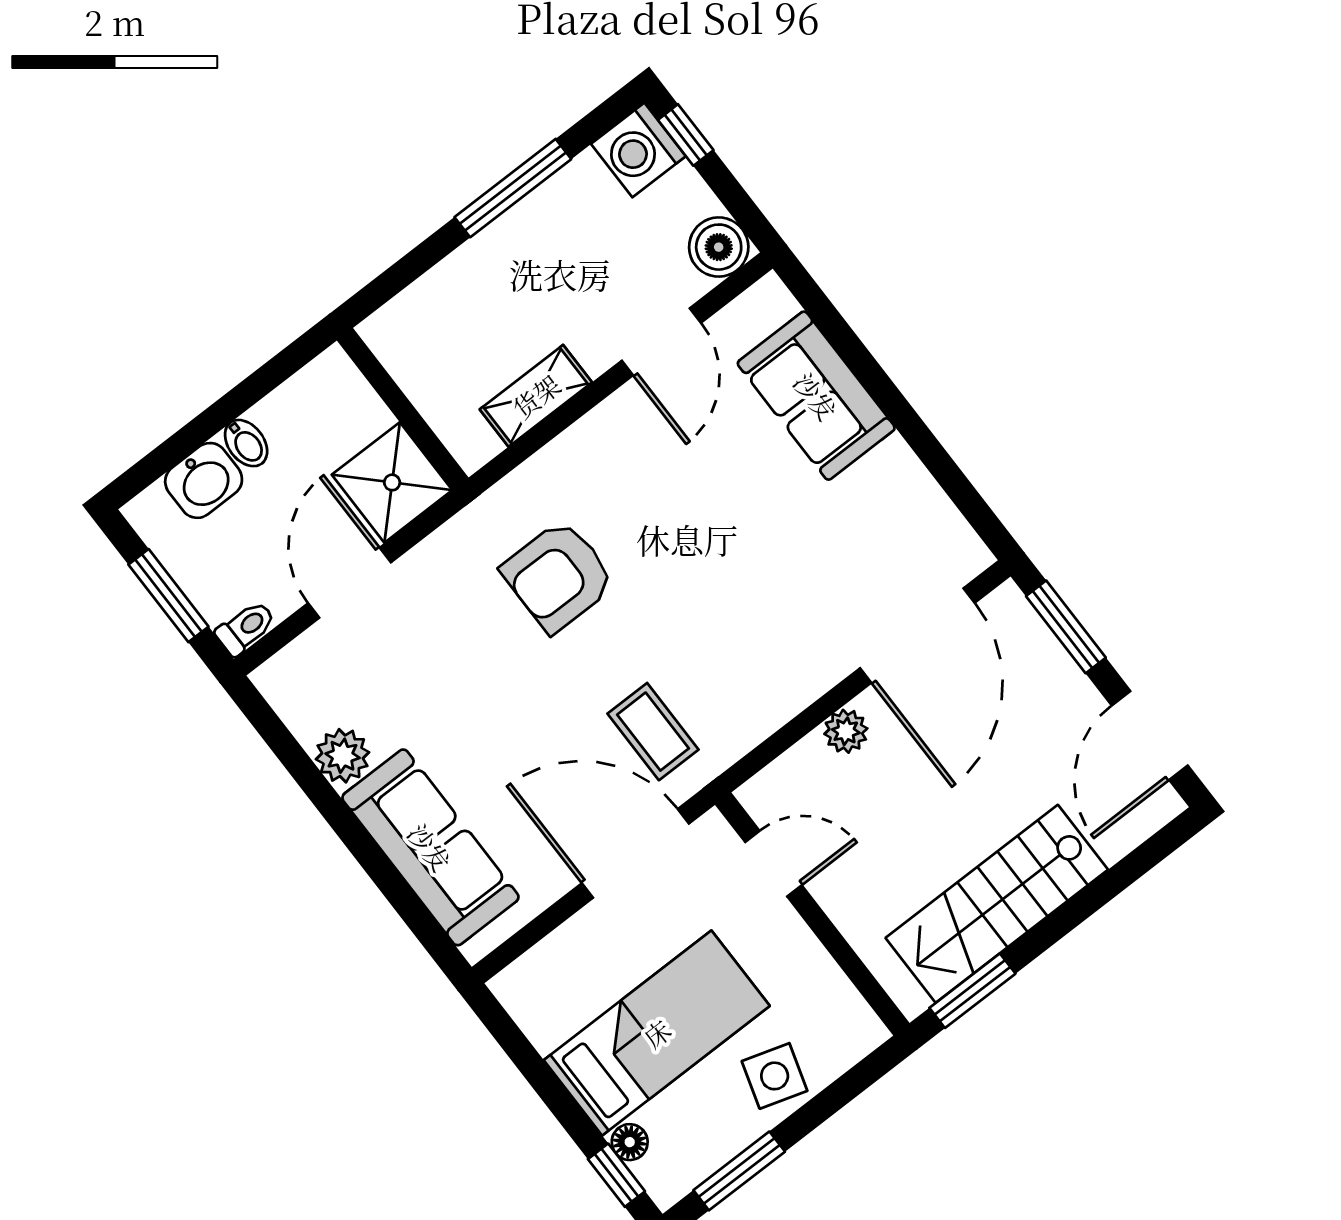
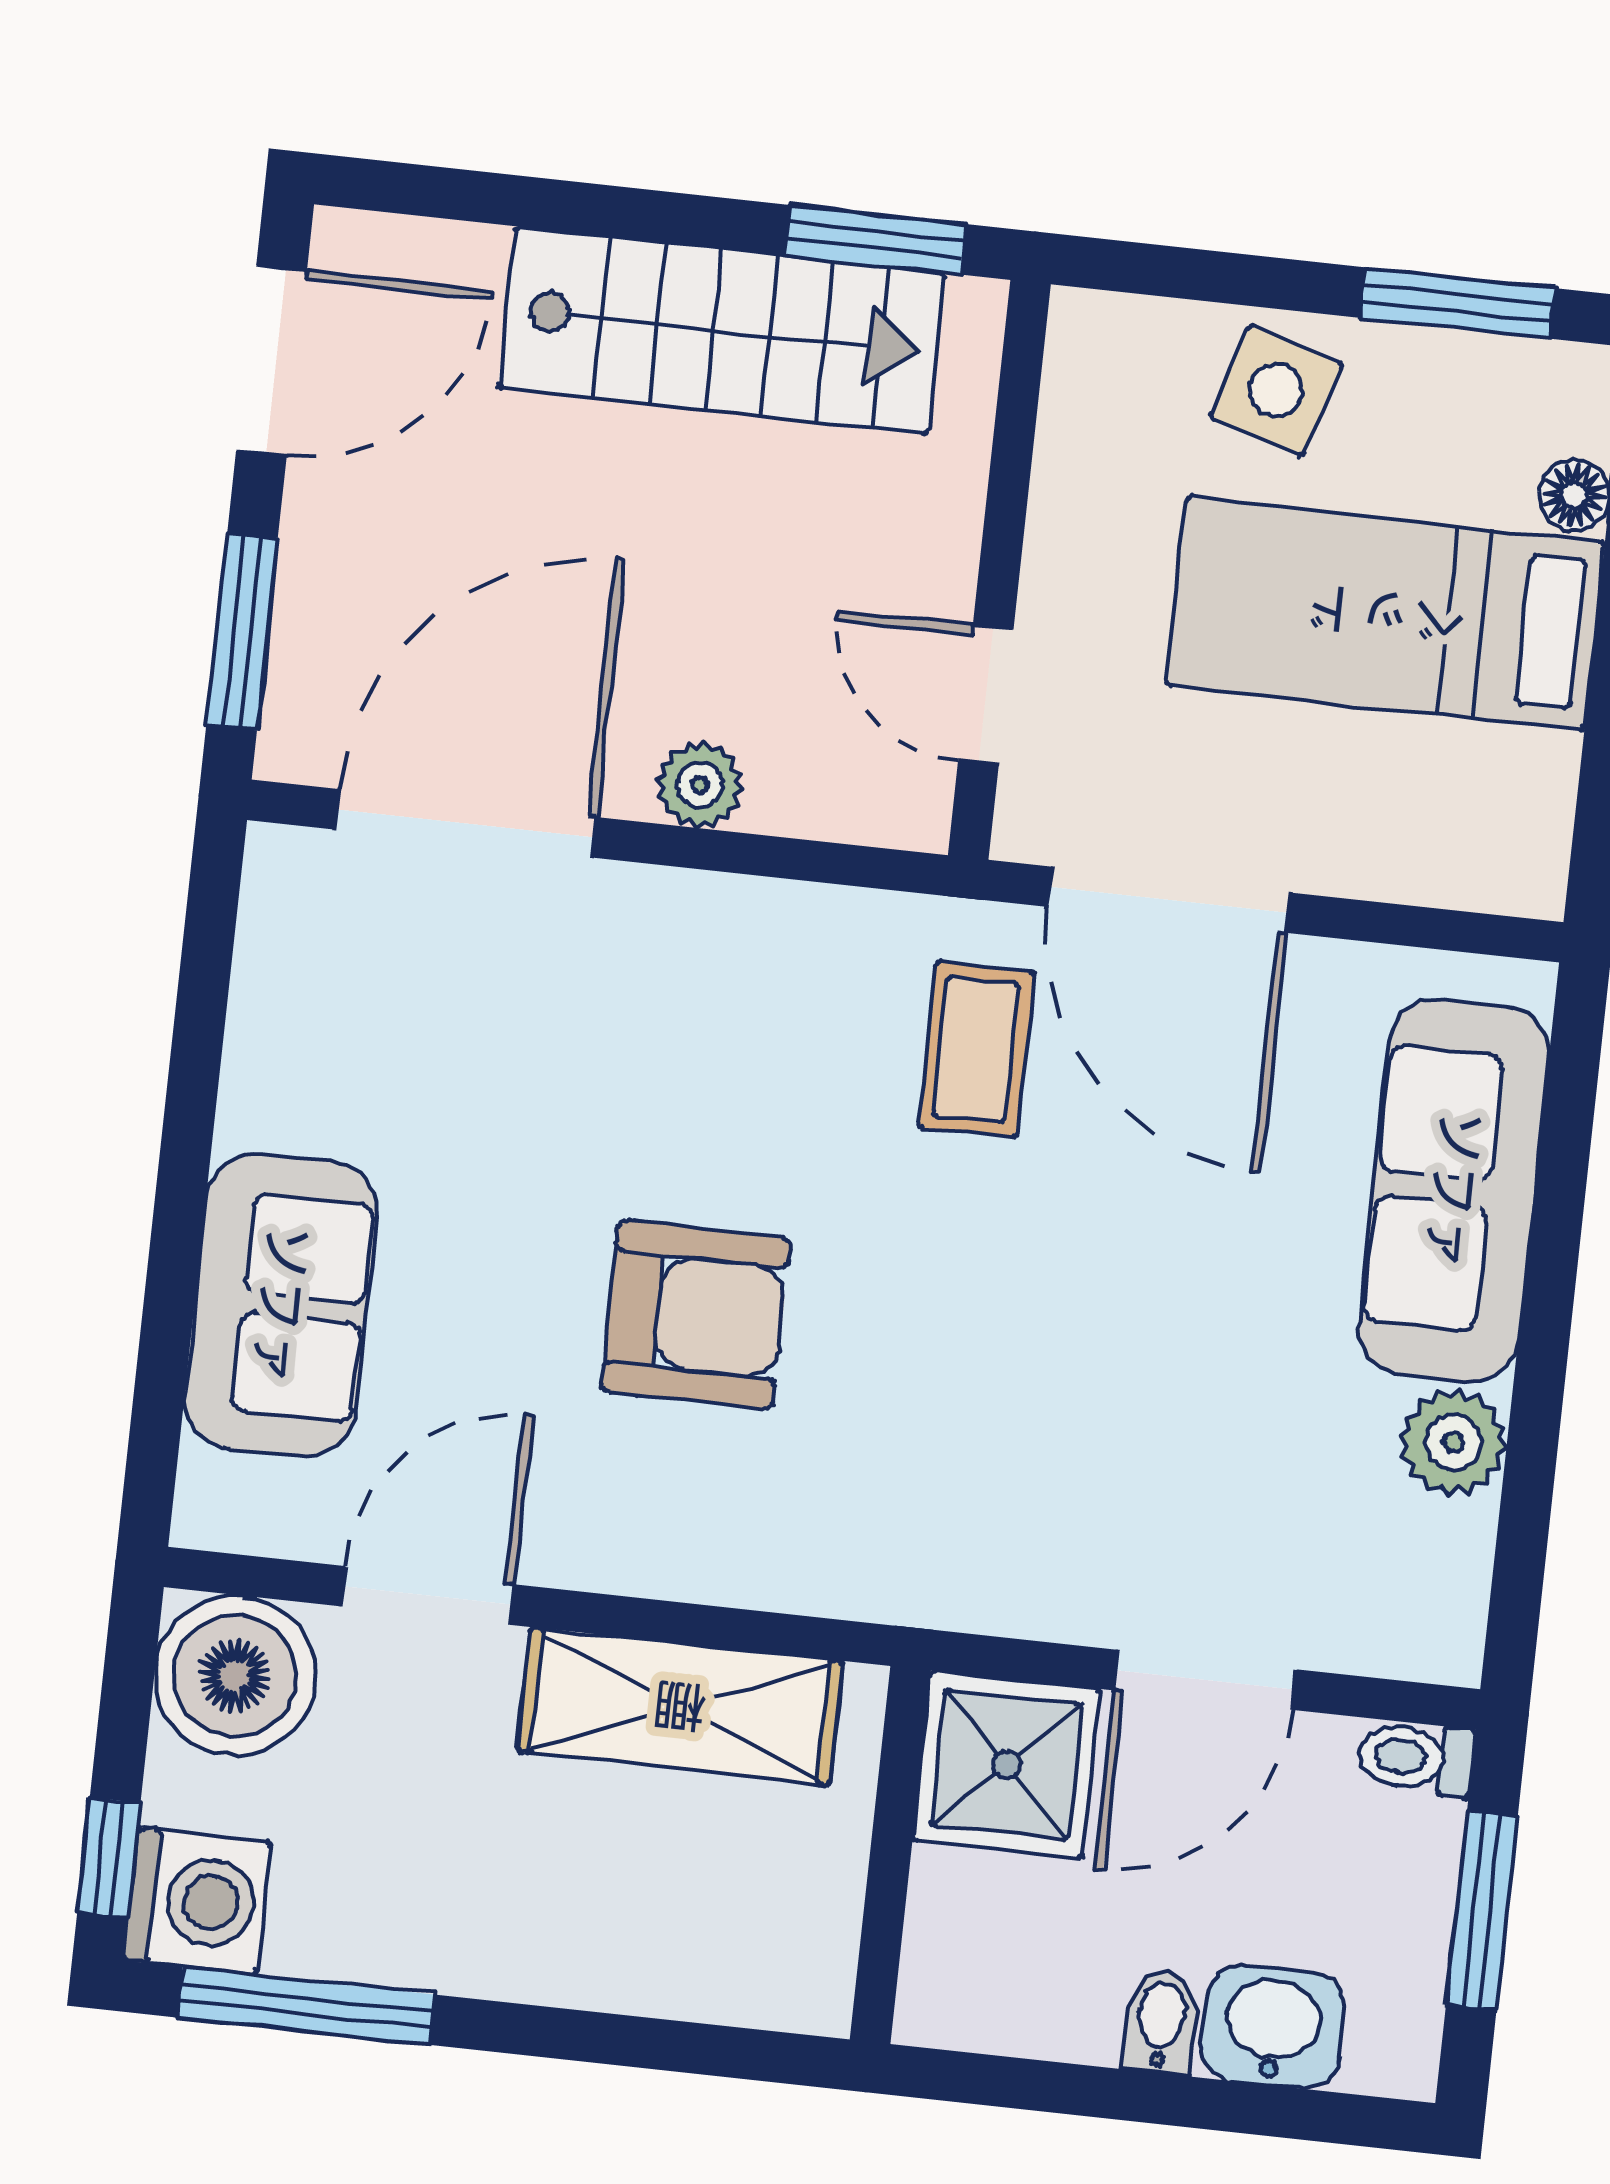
window: (513, 188) -> (306, 2006), moved
boiler: (719, 247) -> (235, 1676), width x1.37, depth x1.37
shelving: (536, 396) -> (680, 1706), width x1.50, depth x1.33
armchair: (558, 576) -> (696, 1315), moved

